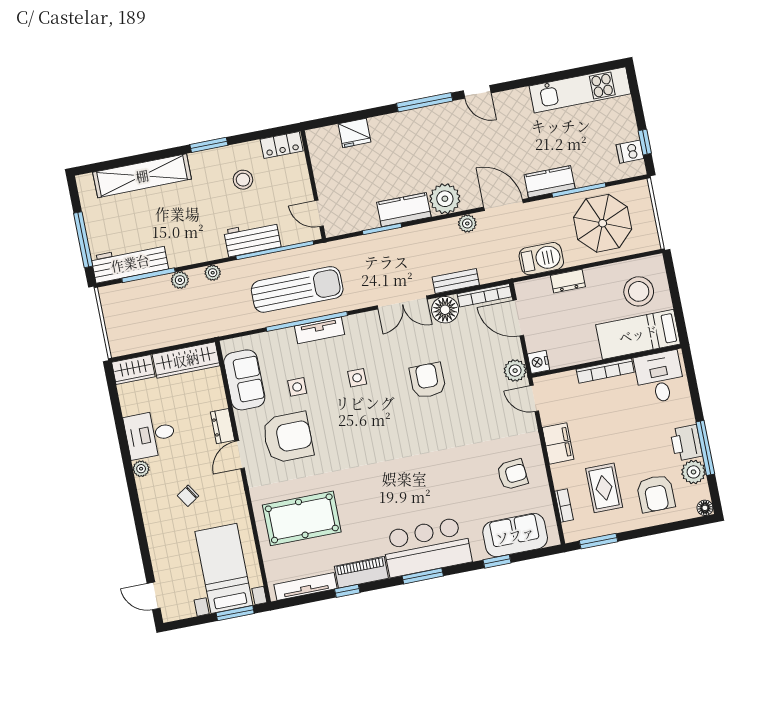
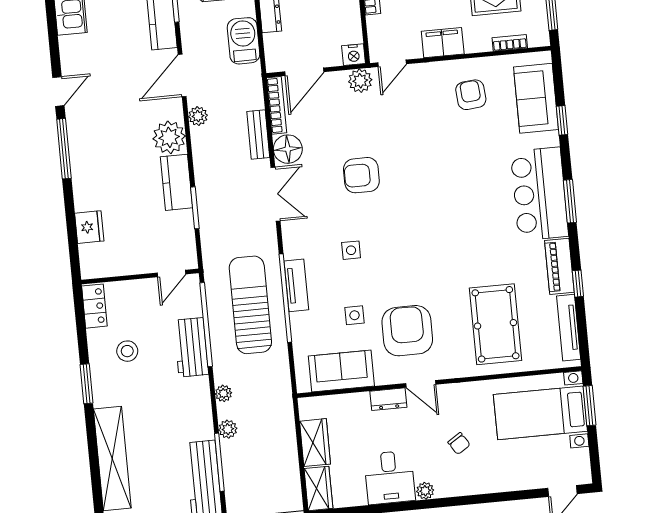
wardrobe: (186, 360) -> (315, 443), width x0.67

